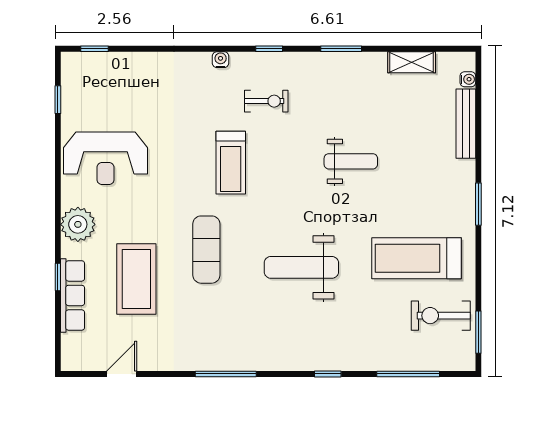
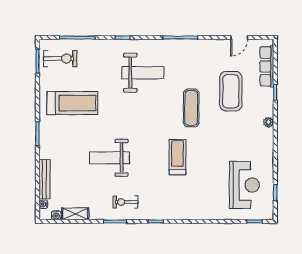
water cooler: (221, 60) -> (56, 215), moved
exercise bike: (266, 101) -> (126, 202), moved
reception desk: (106, 158) -> (244, 185), moved, turned 90
weight bench: (351, 161) -> (110, 158), width x1.36, depth x1.33
plant: (78, 224) -> (268, 122), width x0.53, depth x0.53
weight bench: (301, 267) -> (143, 73), moved
row of seats: (73, 295) -> (267, 66), moved
exercise bike: (441, 316) -> (60, 59), moved

